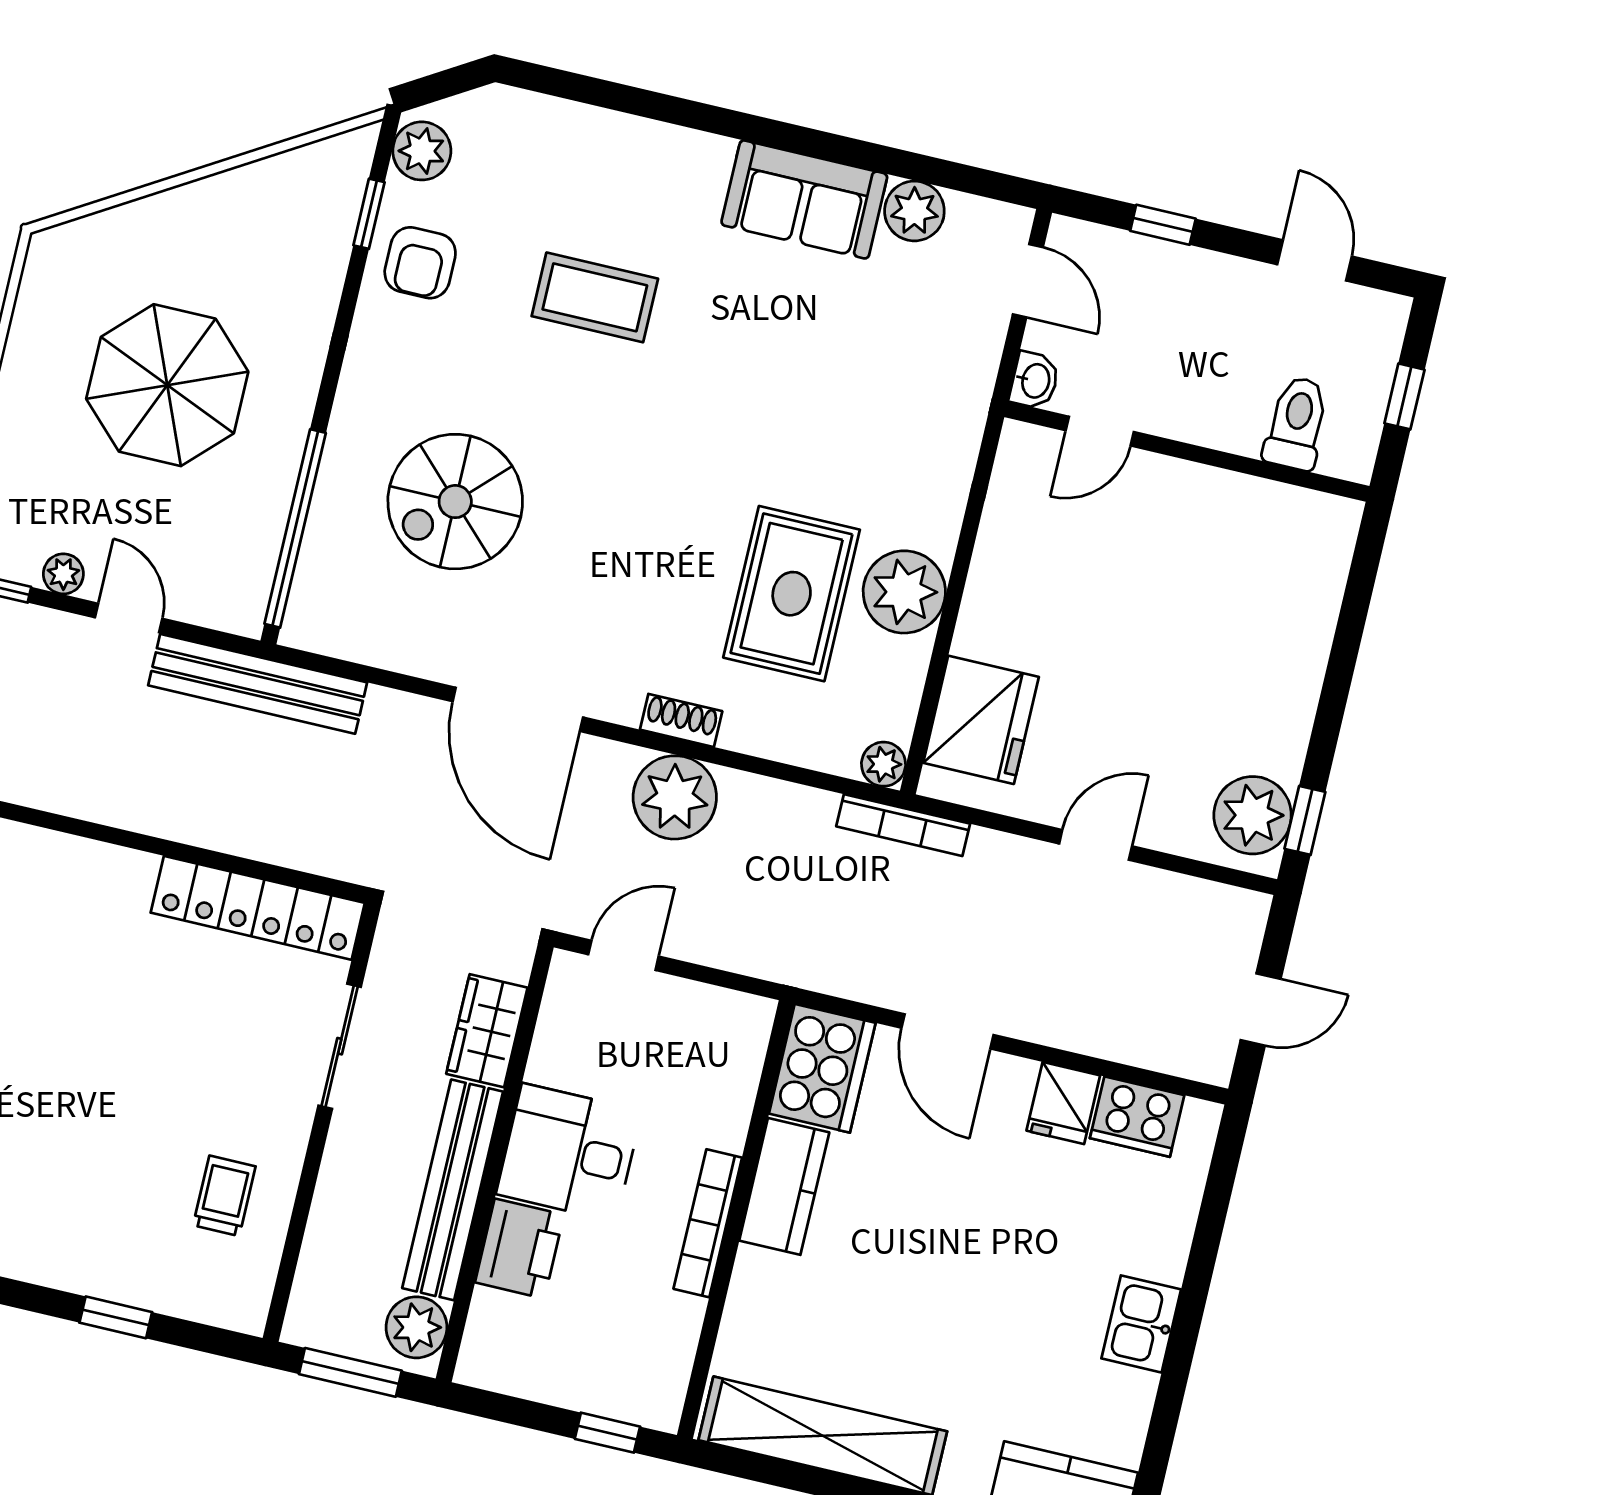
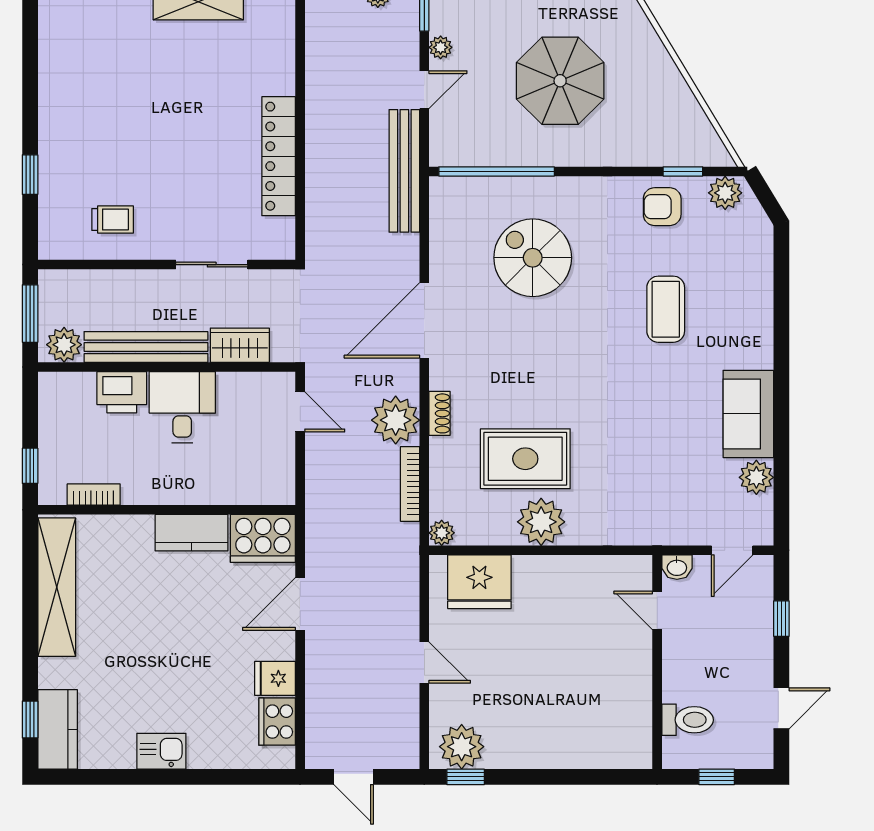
bookcase: (903, 825) -> (410, 484), moved
locker: (258, 908) -> (279, 156), moved
bookcase: (708, 1223) -> (94, 495), moved, width x0.64

